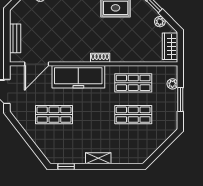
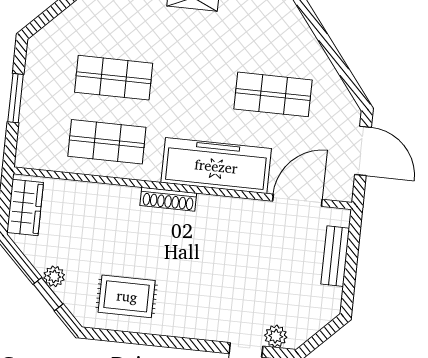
plant: (160, 22) -> (54, 276), moved
shoe rack: (100, 58) -> (168, 199), width x1.43
plant: (172, 84) -> (28, 131), removed

